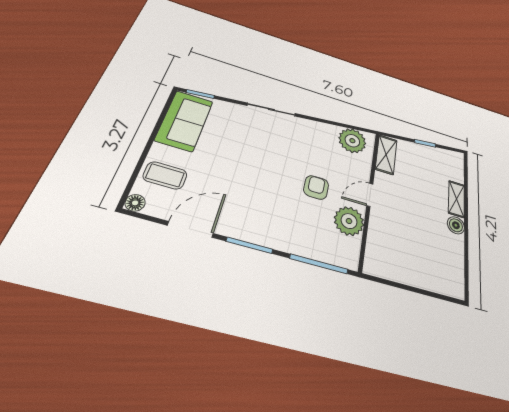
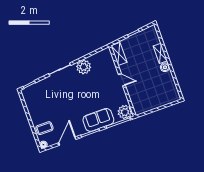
sofa: (184, 121) -> (98, 120), moved, turned -90
plant: (352, 141) -> (84, 67), moved
armchair: (316, 187) -> (99, 93), removed
door: (370, 195) -> (122, 80), swing flipped
plant: (349, 221) -> (125, 112), moved

